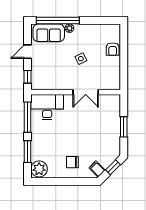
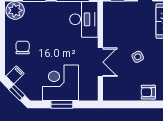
double door: (86, 92) -> (100, 62), swing flipped
corner desk: (104, 128) -> (60, 83), added

